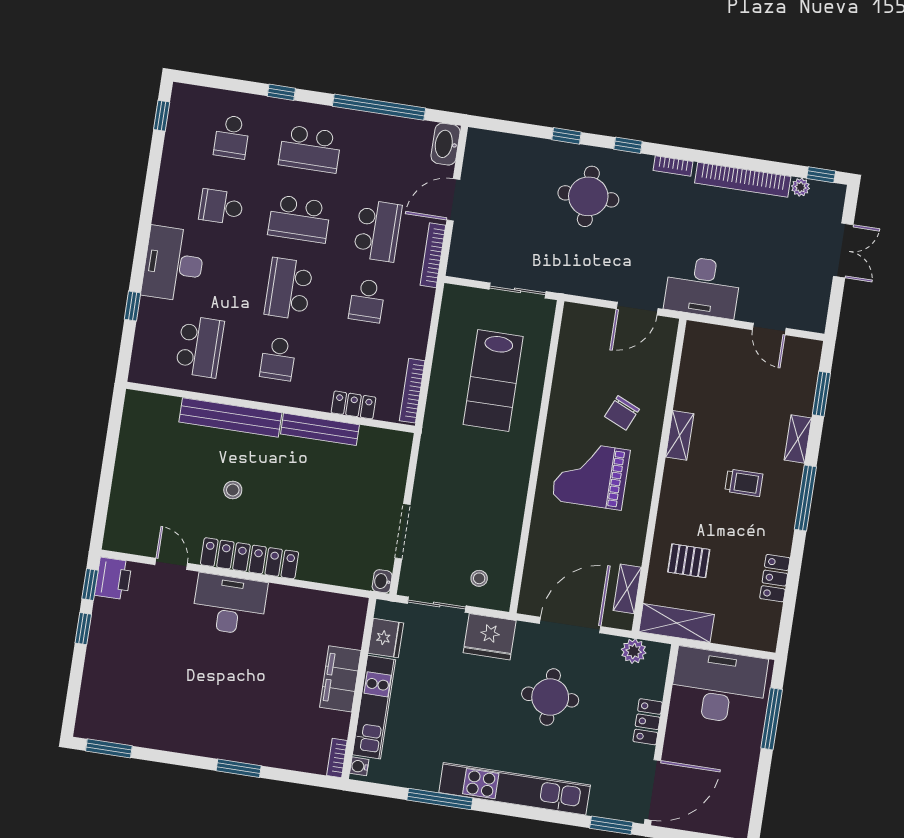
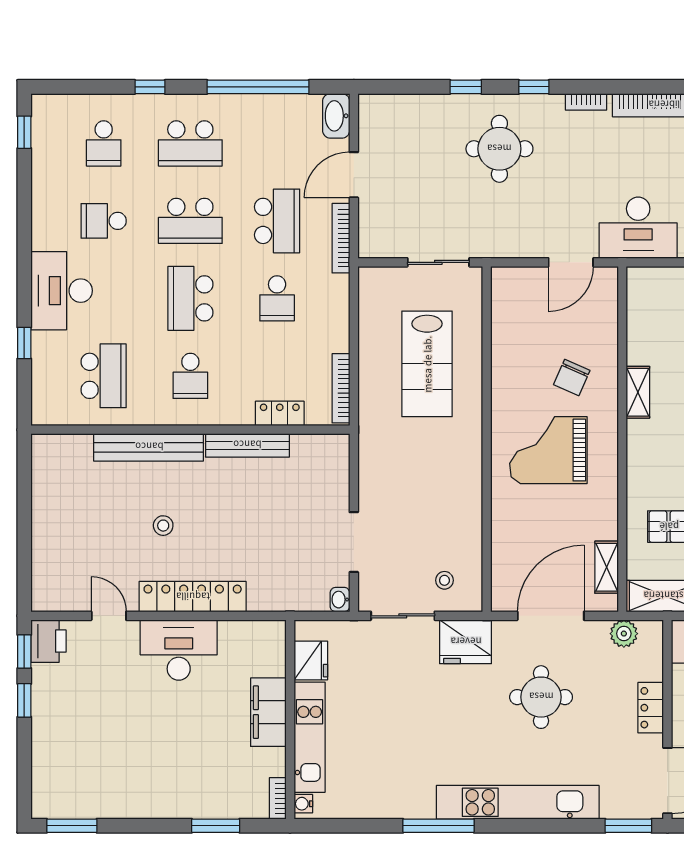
fridge: (386, 638) -> (311, 660), moved
filing cabinet: (340, 679) -> (268, 712), moved
wall: (359, 688) -> (290, 719), moved
kitchen unit: (374, 707) -> (310, 737), moved
bookcase: (337, 758) -> (278, 798), moved
water cooler: (359, 766) -> (303, 804), moved

